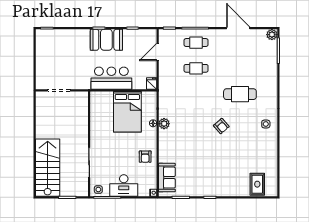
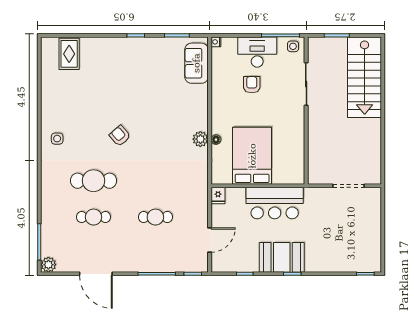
cafe table: (196, 43) -> (94, 217), moved
armchair: (145, 157) -> (252, 85), moved

